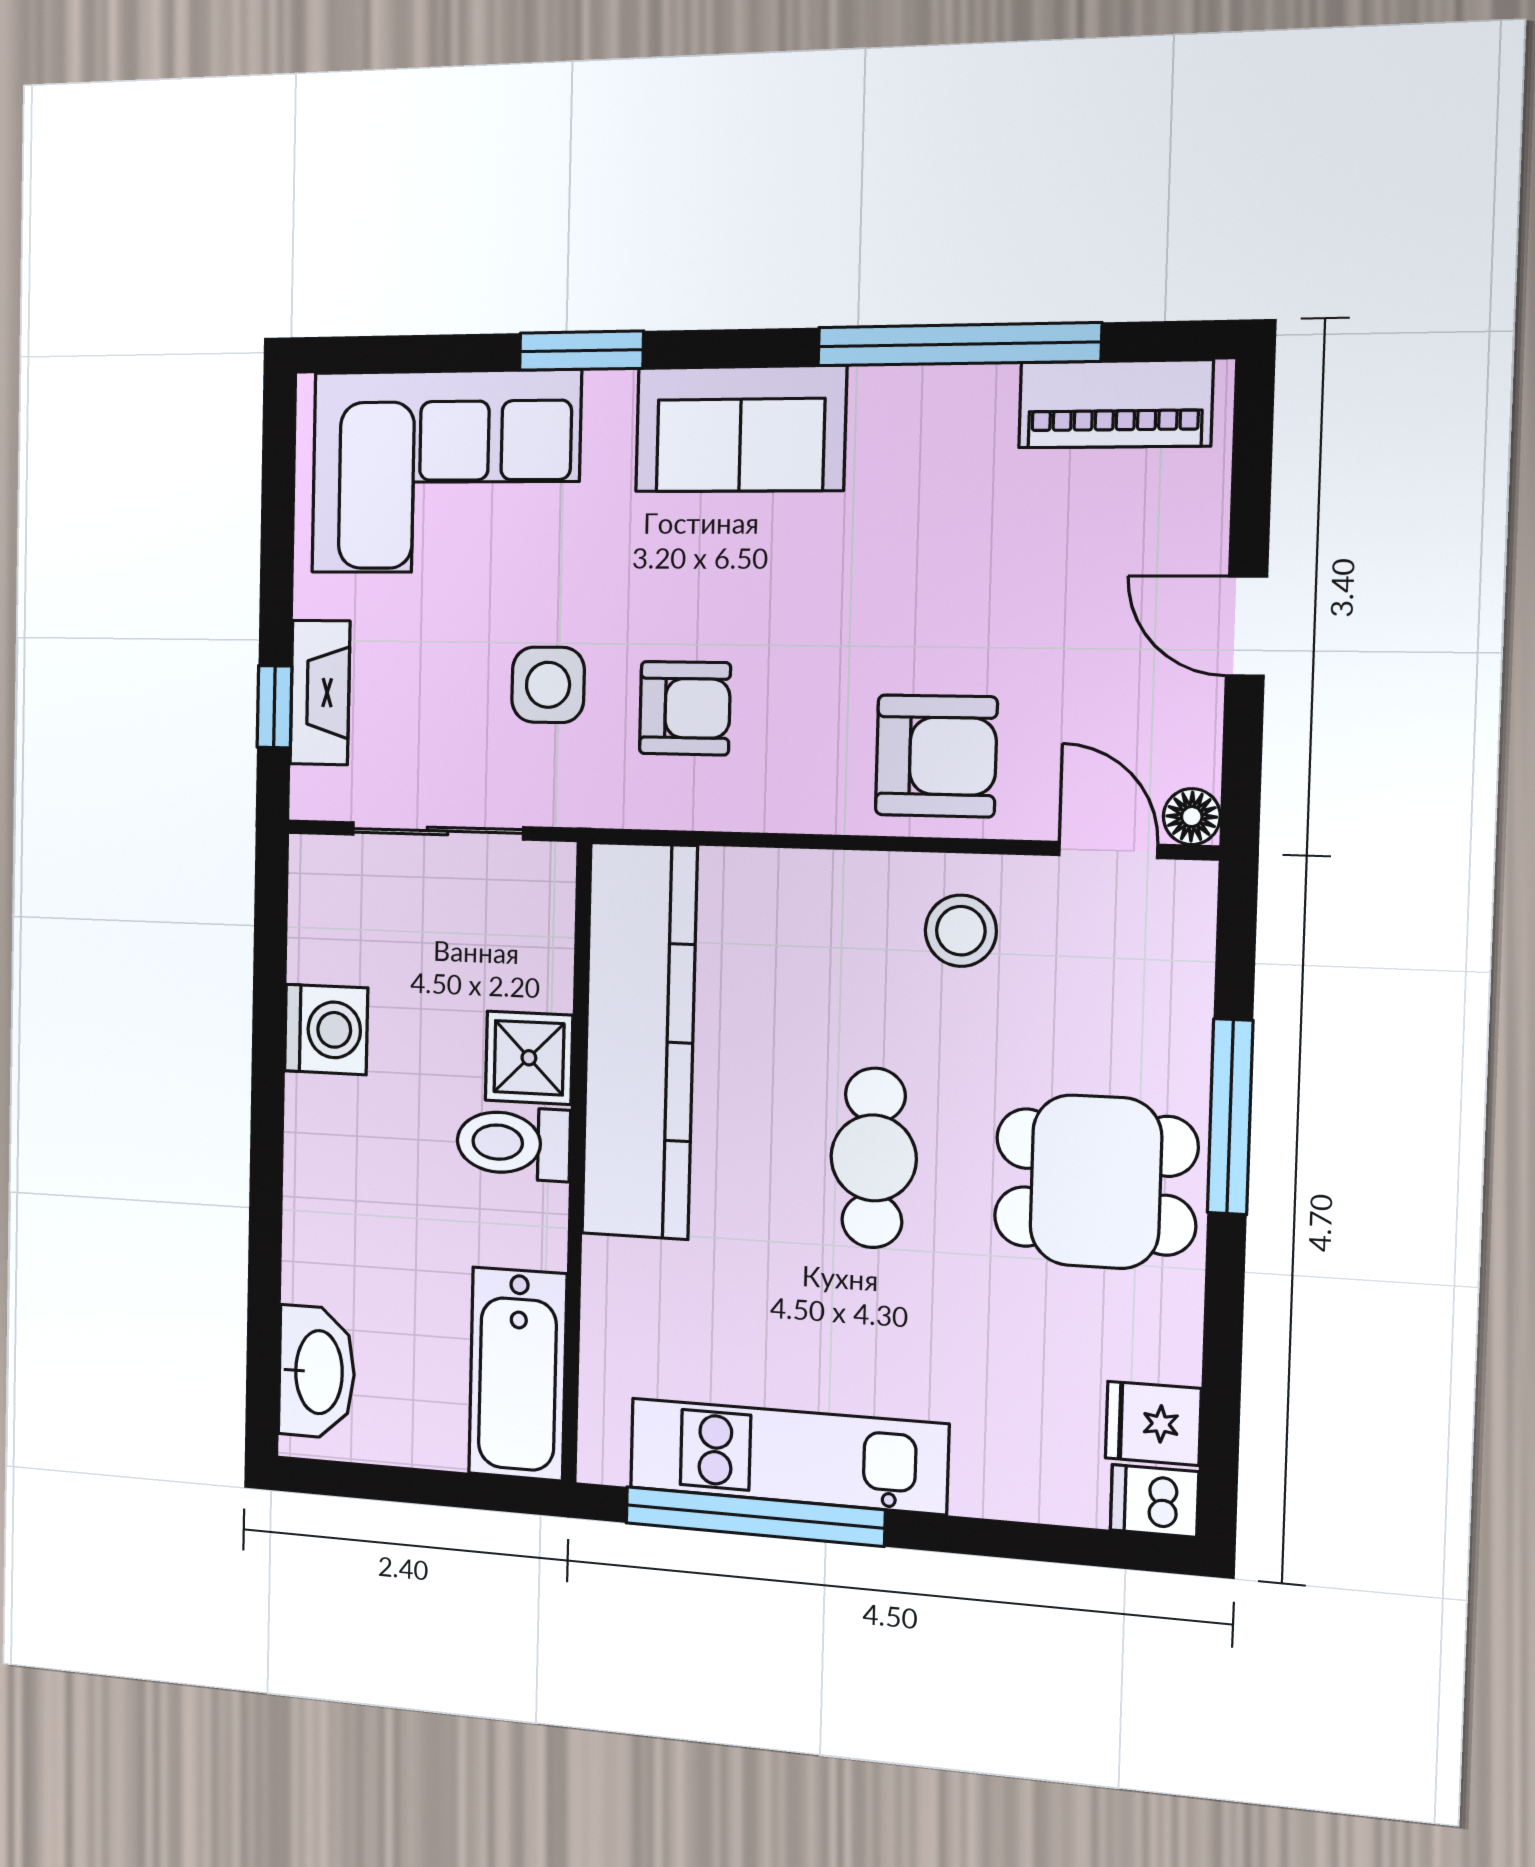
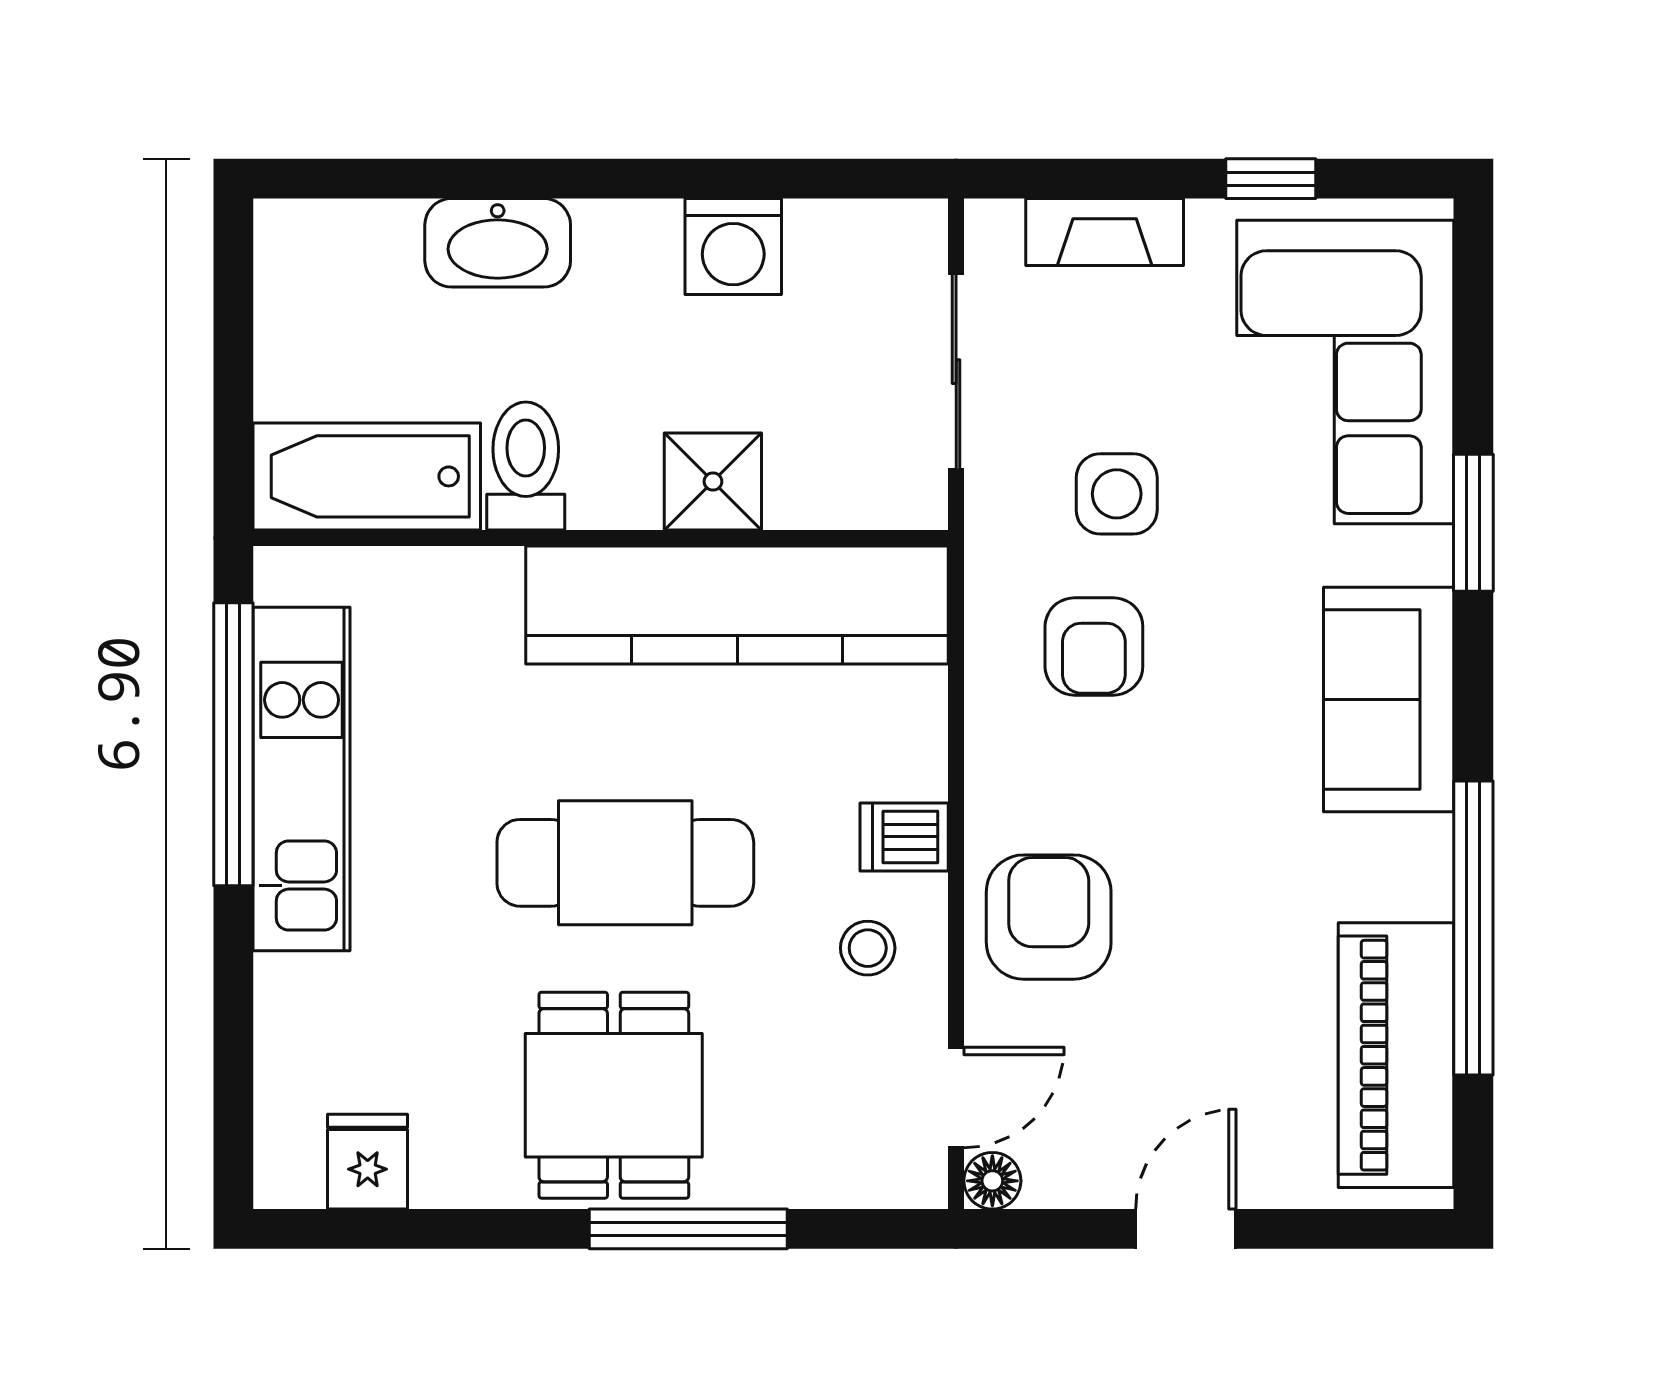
piano: (1115, 404) -> (1396, 1055), width x1.37, depth x1.33
window: (274, 707) -> (1271, 179), moved
armchair: (936, 756) -> (1049, 917), turned 180
stool: (961, 931) -> (868, 948), width x0.73, depth x0.73
toilet: (513, 1143) -> (526, 466), moved
cafe table: (874, 1158) -> (625, 863), width x1.37, depth x1.35
washbasin: (317, 1372) -> (498, 243), moved
dishwasher: (1154, 1501) -> (904, 837), moved, turned -90

